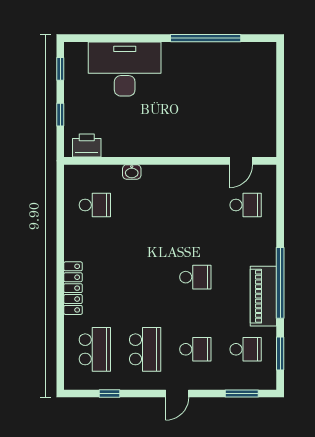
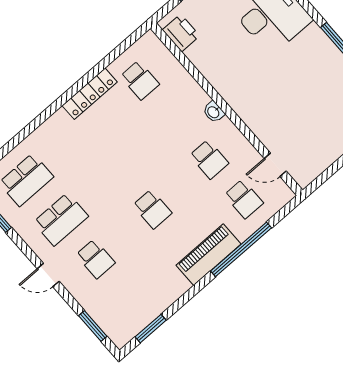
washbasin: (132, 172) -> (214, 112), moved
window: (280, 283) -> (241, 249), moved
locker: (73, 288) -> (90, 94), moved
piano: (263, 296) -> (208, 255), moved
school desk: (246, 349) -> (209, 159), moved

